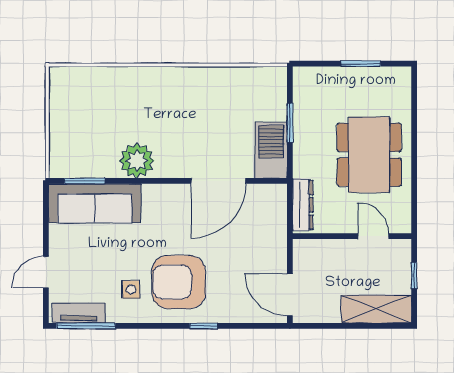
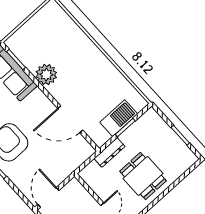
barbecue: (271, 150) -> (119, 118), moved
dining table: (369, 155) -> (143, 176), width x0.73
dresser: (303, 205) -> (109, 152), moved

